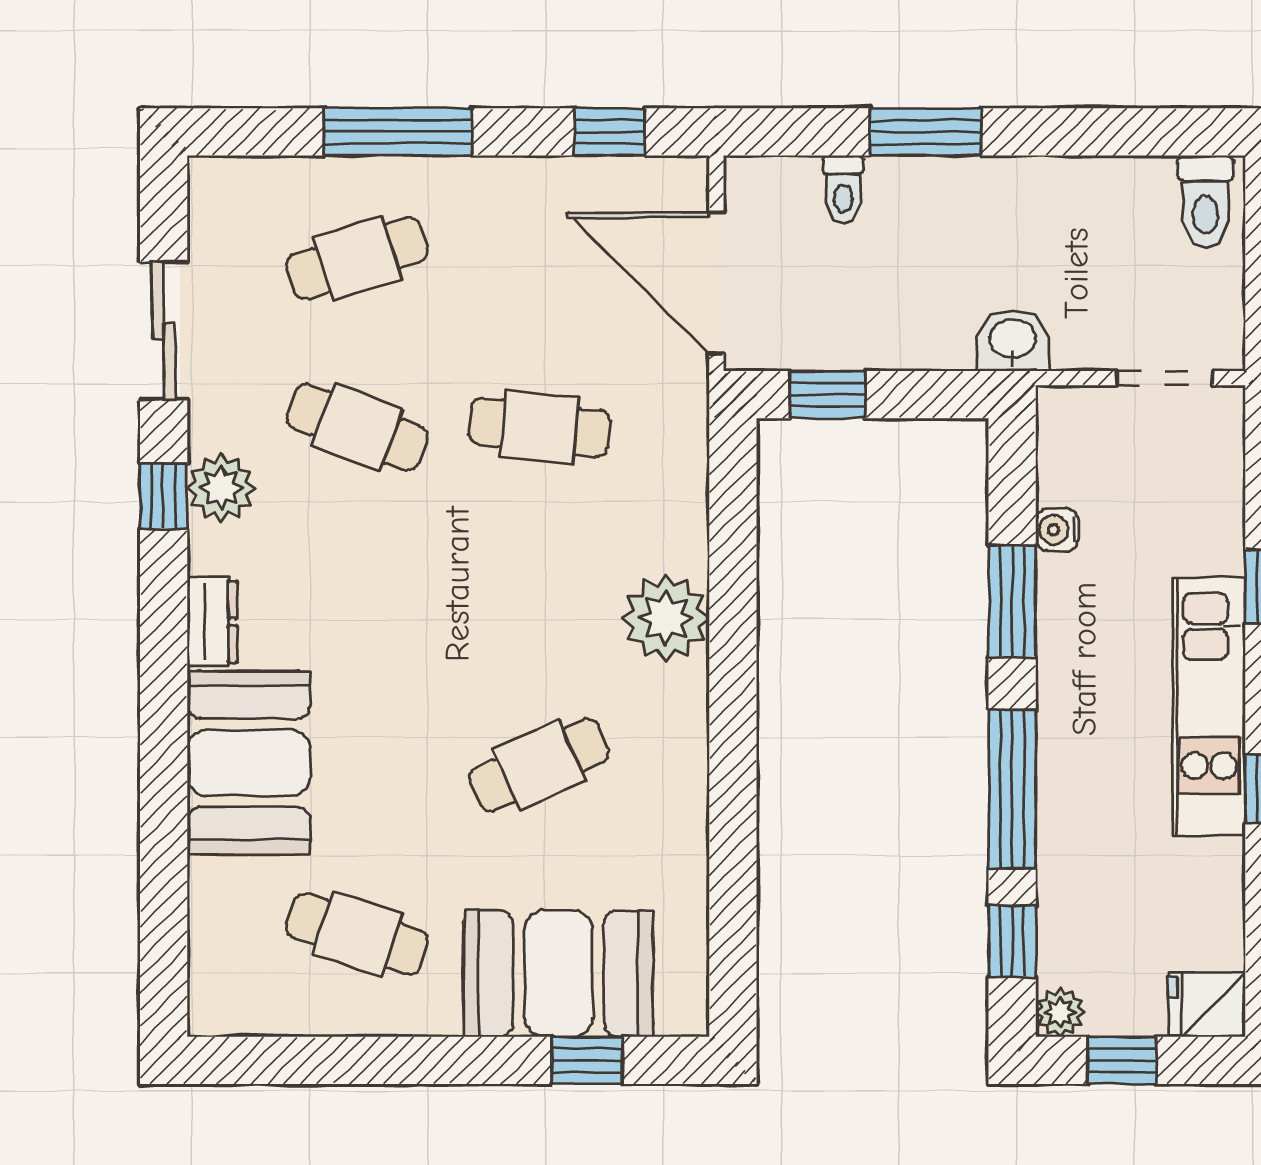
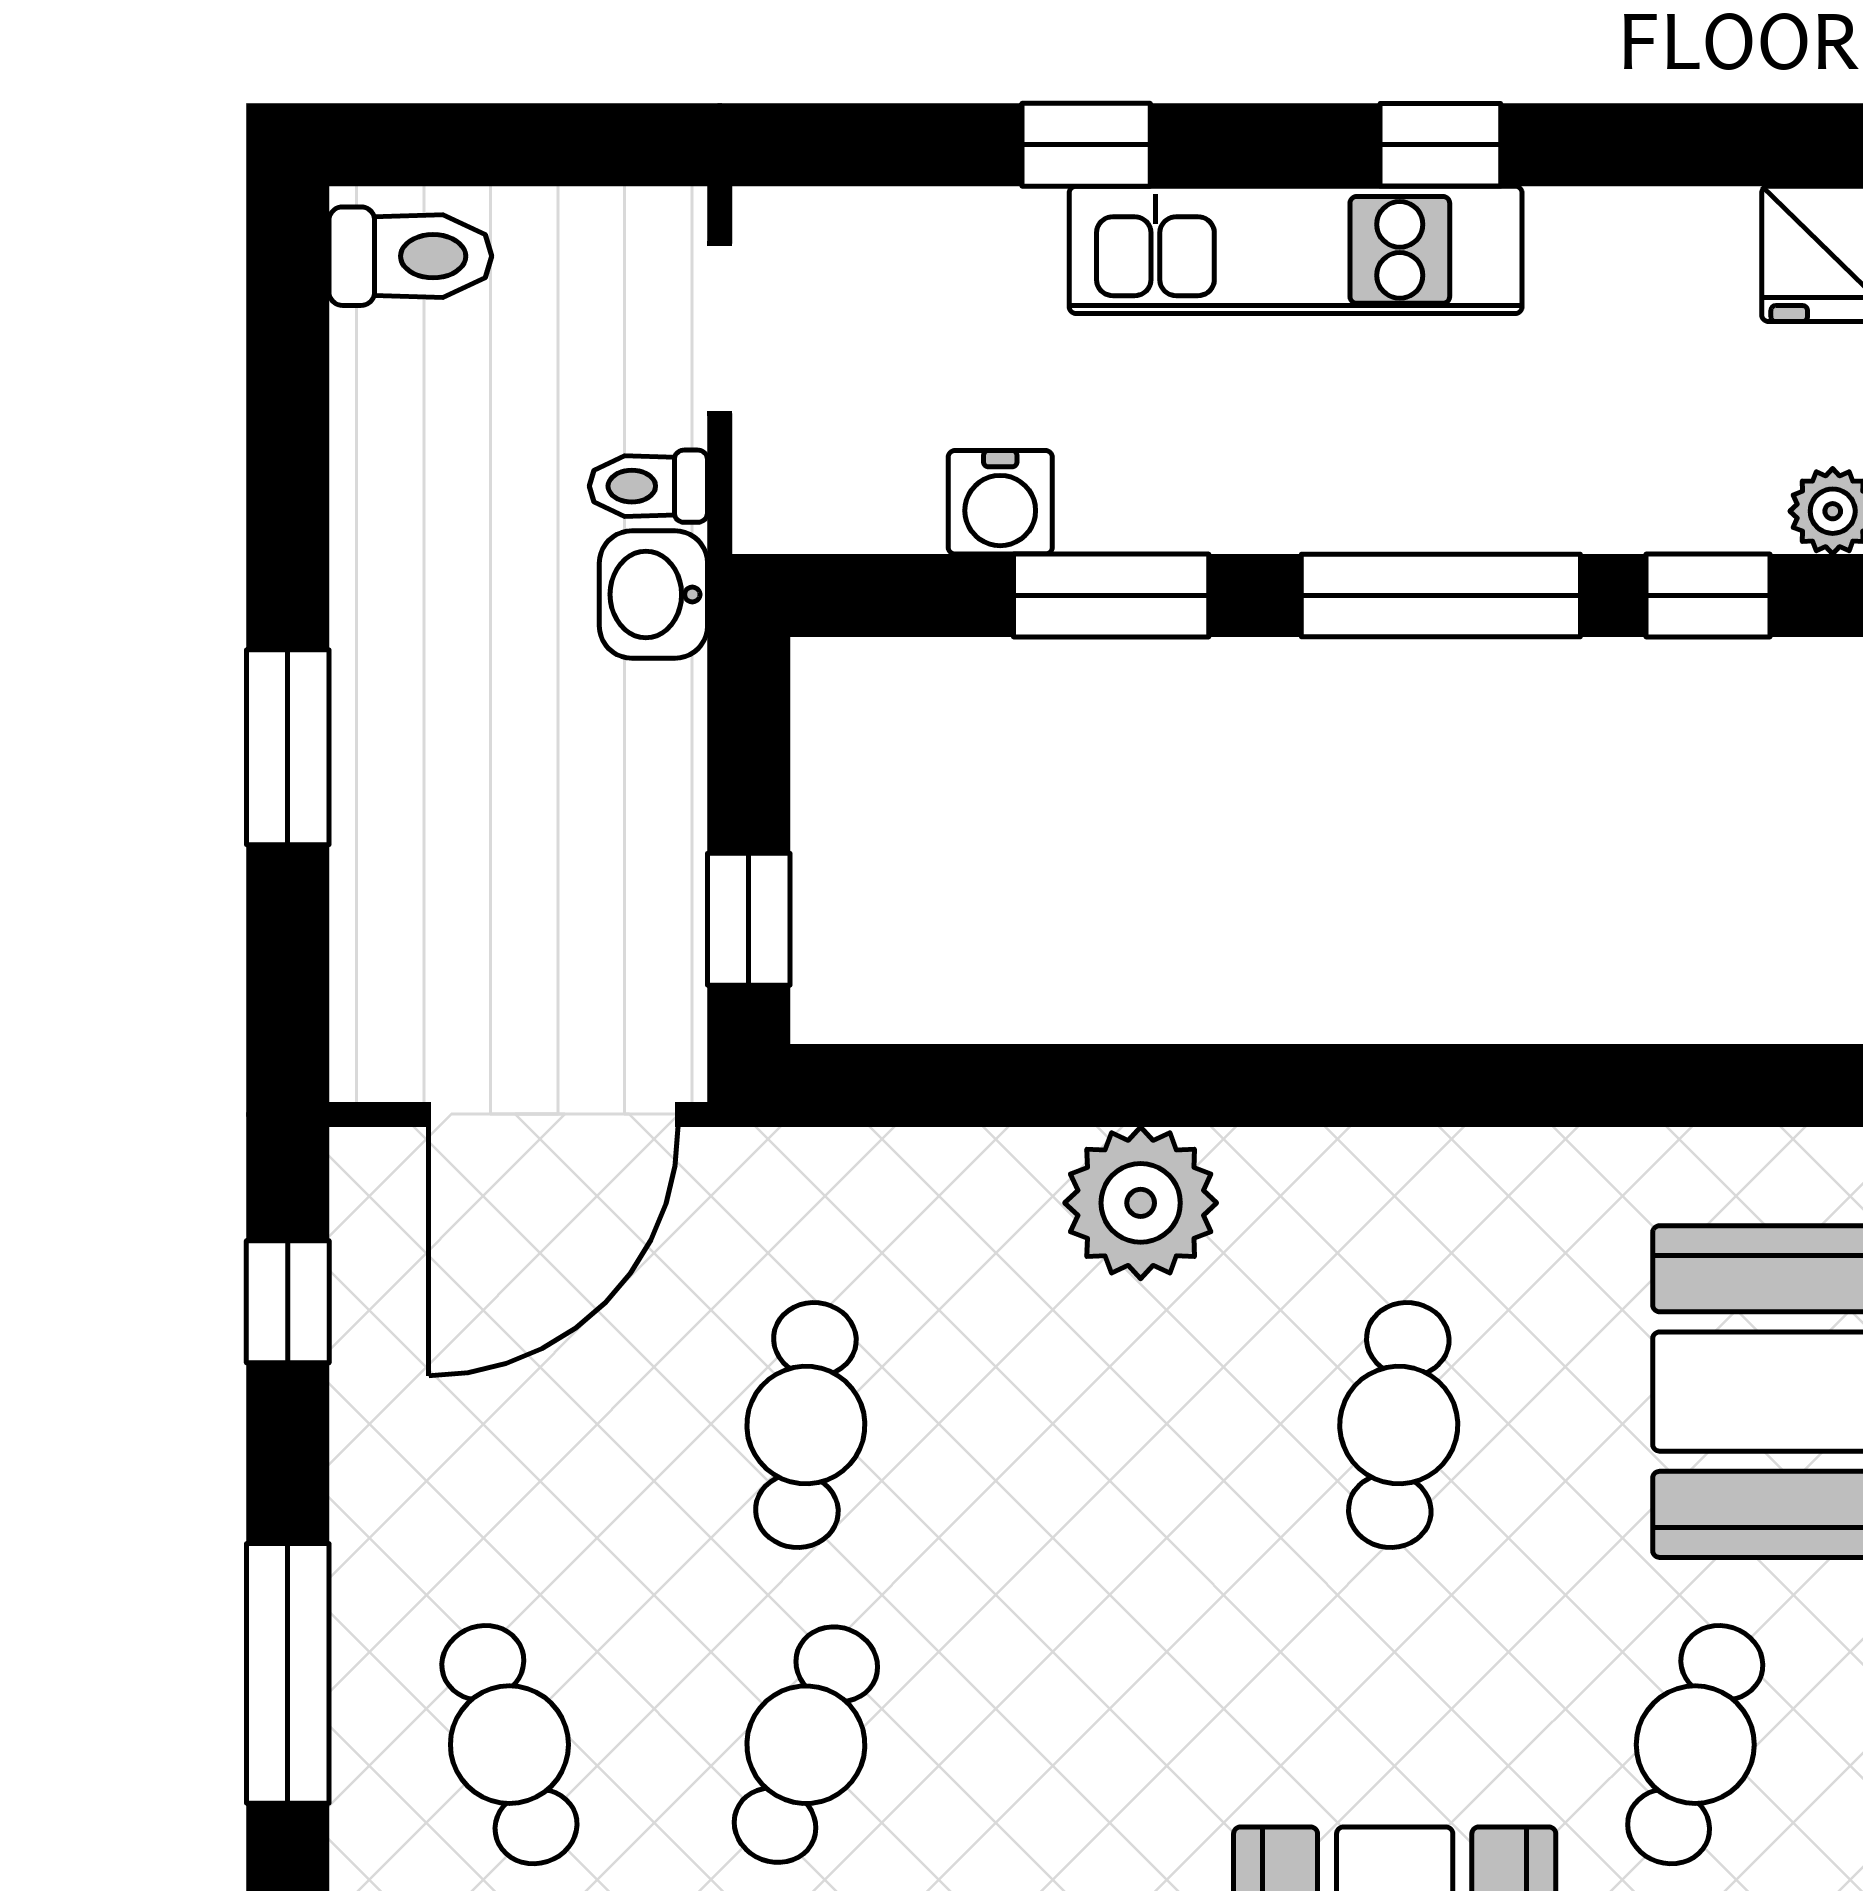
toilet: (843, 189) -> (648, 486), moved, turned 180
water cooler: (1057, 530) -> (1000, 502), width x1.38, depth x1.38
cafe table: (539, 765) -> (1399, 1425), turned 30

